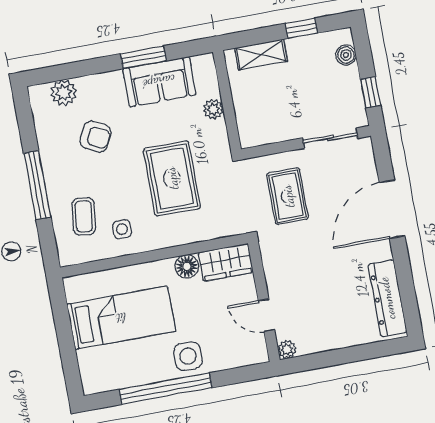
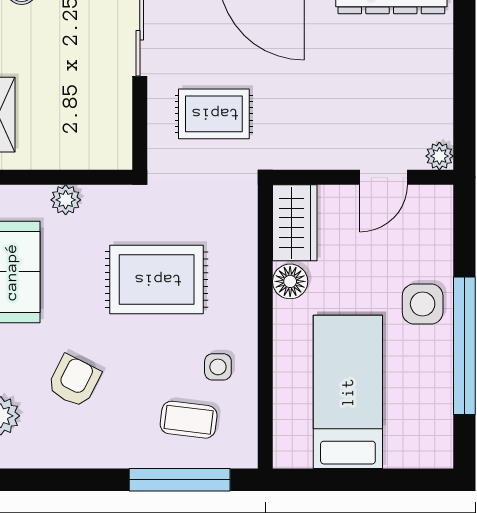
window: (37, 185) -> (180, 480), moved

